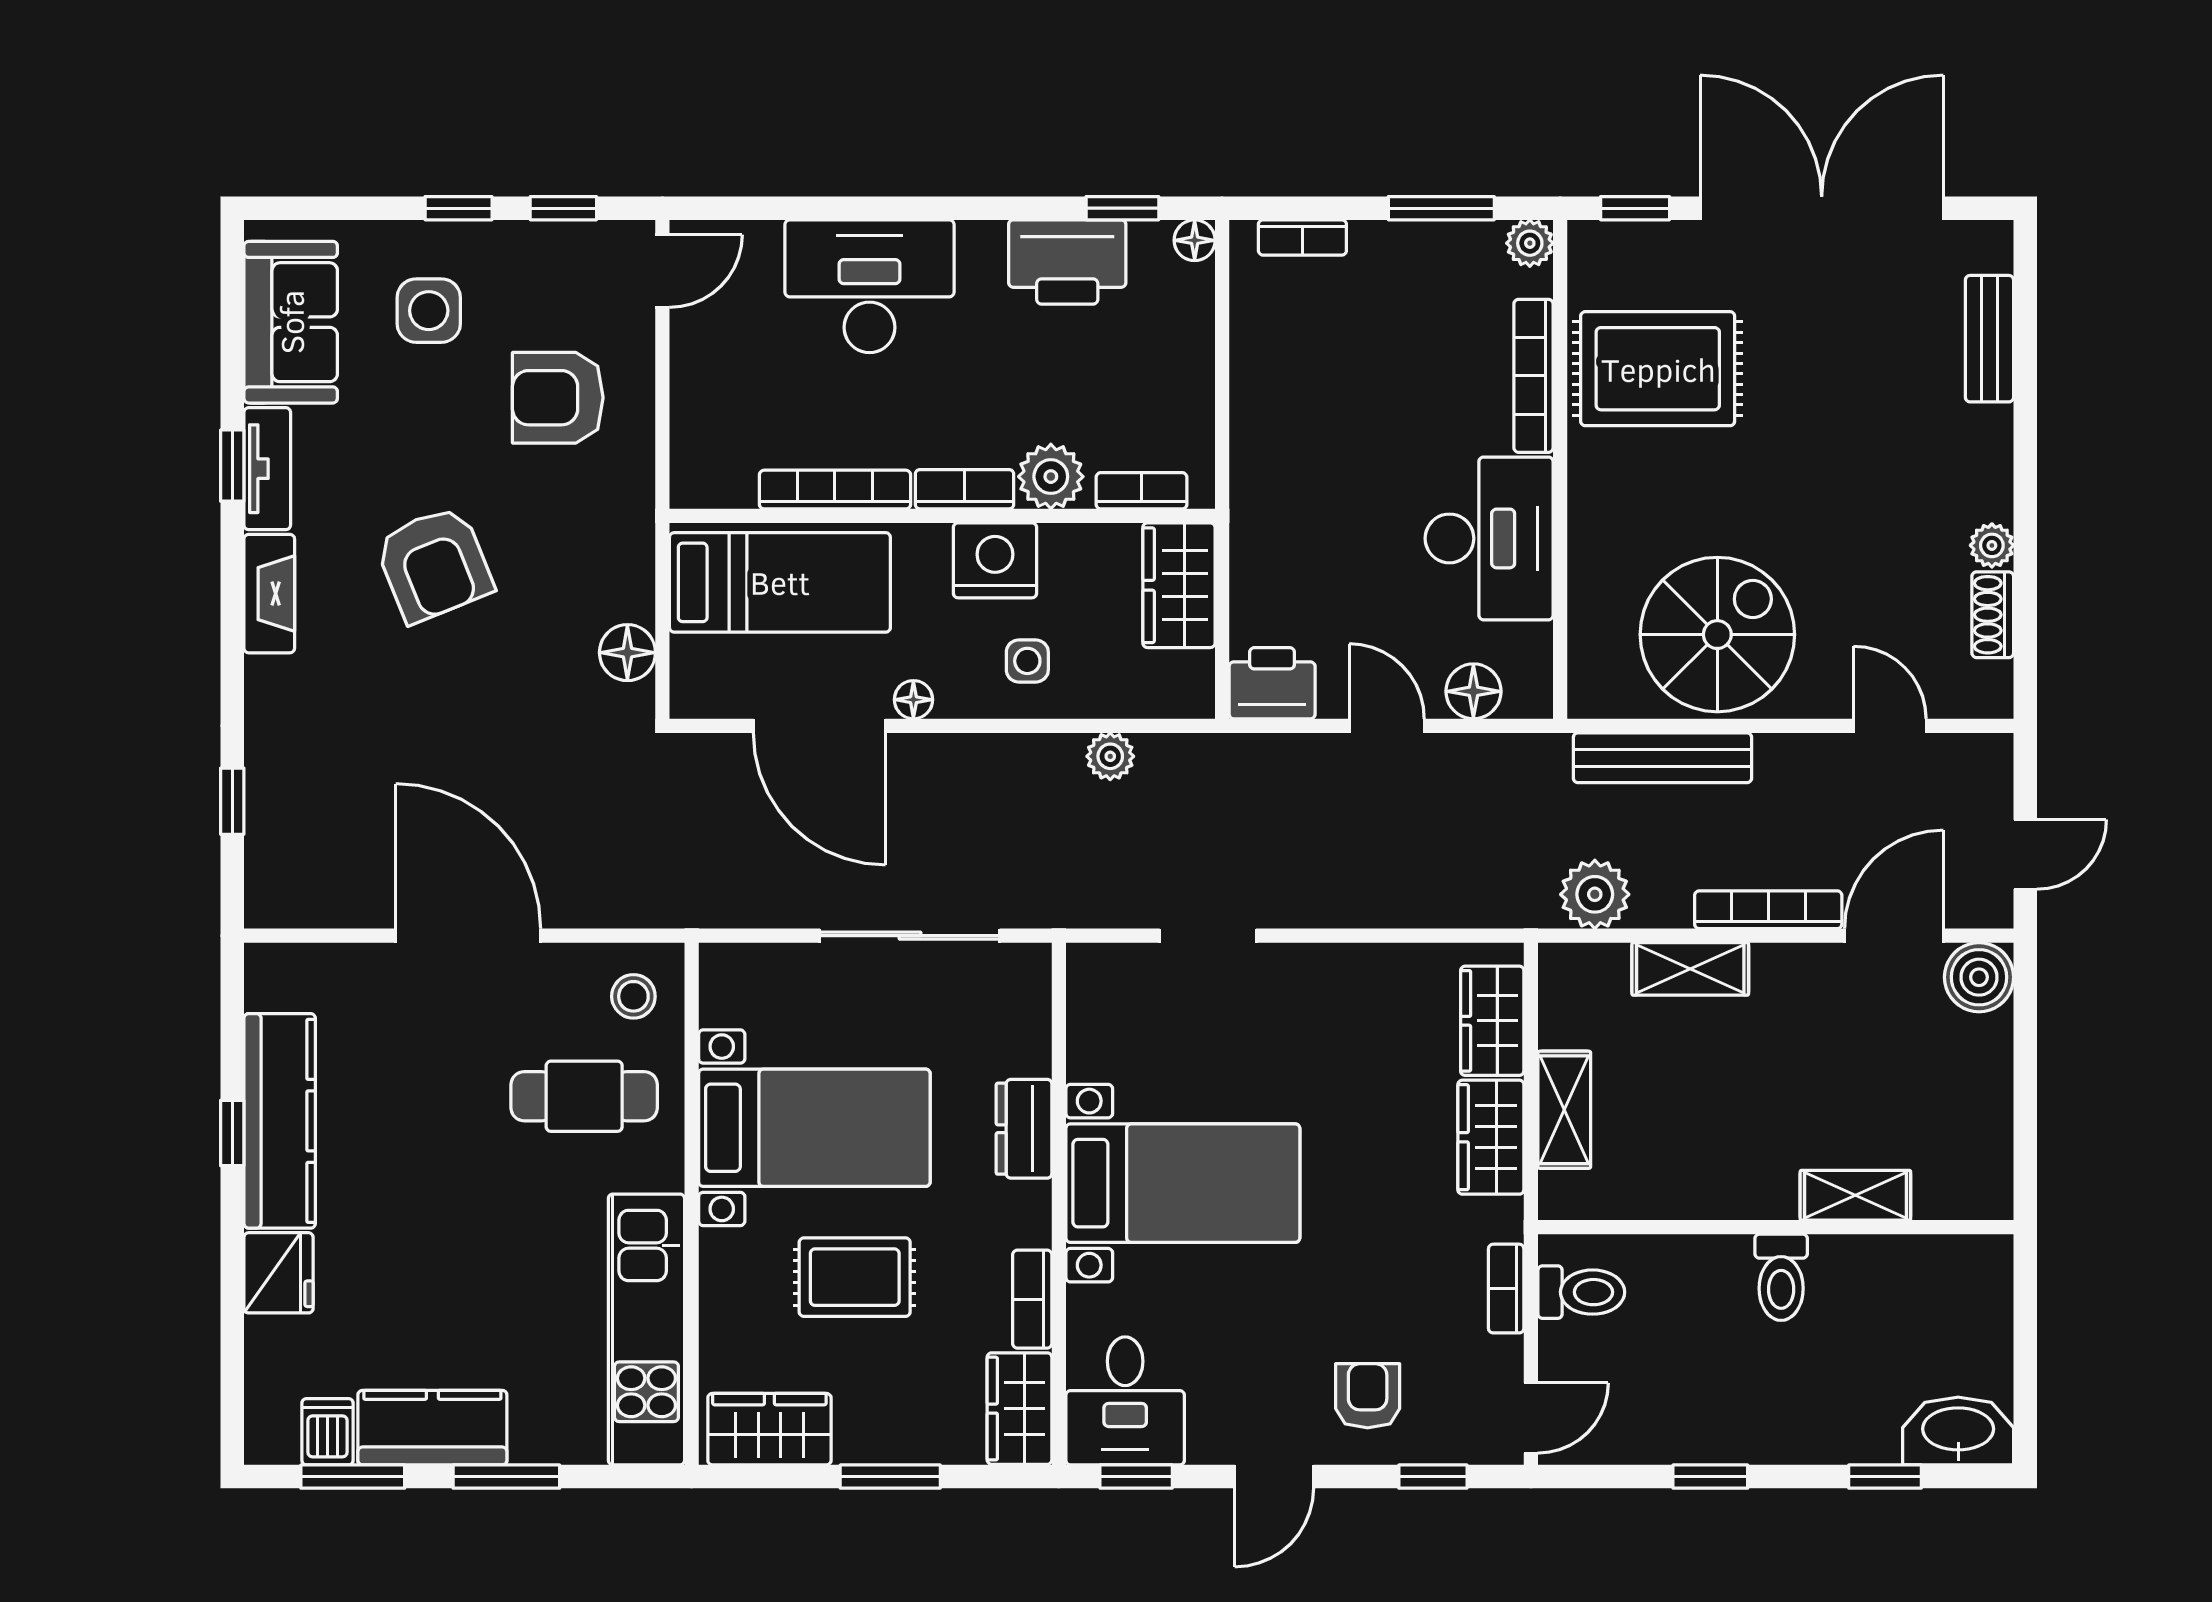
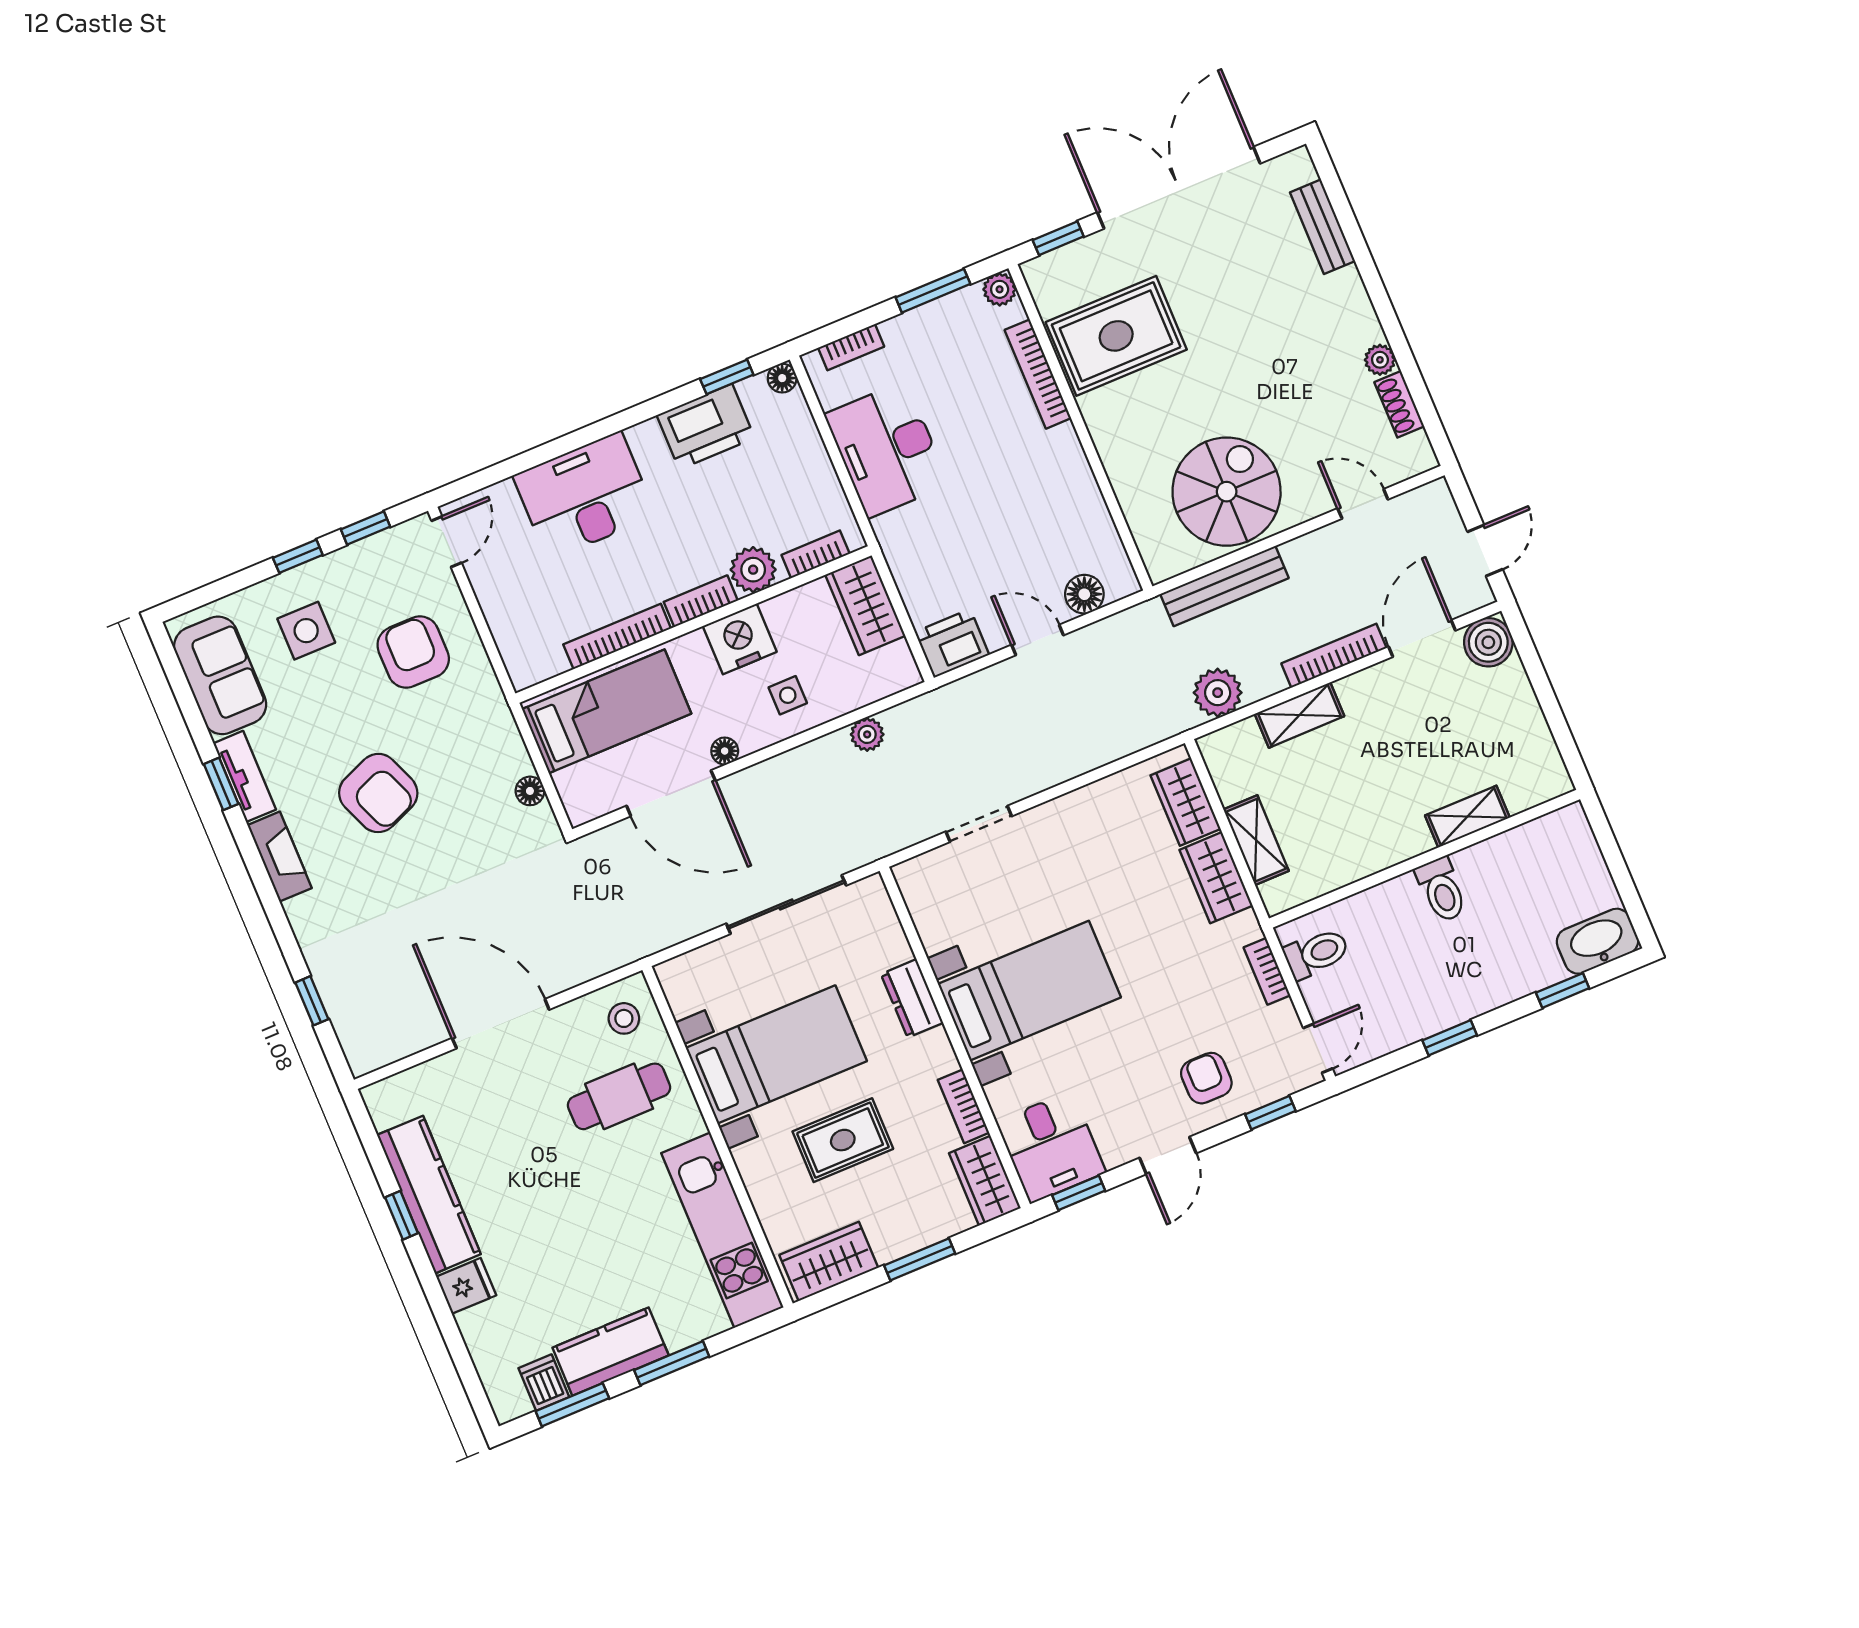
armchair: (558, 398) -> (413, 652), turned 90
desk: (1489, 538) -> (887, 449), moved, turned 180
floor lamp: (627, 653) -> (530, 791), width x0.73, depth x0.73
fridge: (279, 1273) -> (466, 1286), width x0.72

